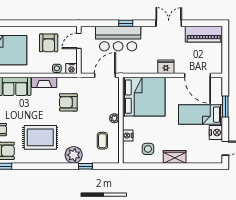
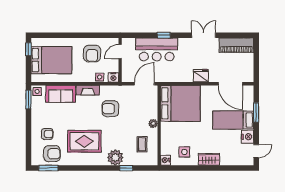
nightstand: (128, 135) -> (166, 160), moved

